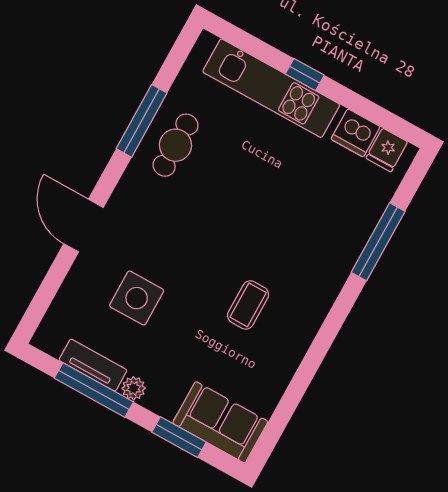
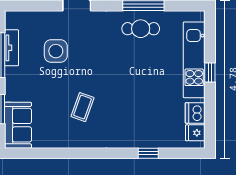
window: (378, 242) -> (148, 153), width x0.46
coffee table: (248, 305) -> (82, 107), turned -70
plant: (134, 388) -> (11, 74), removed

